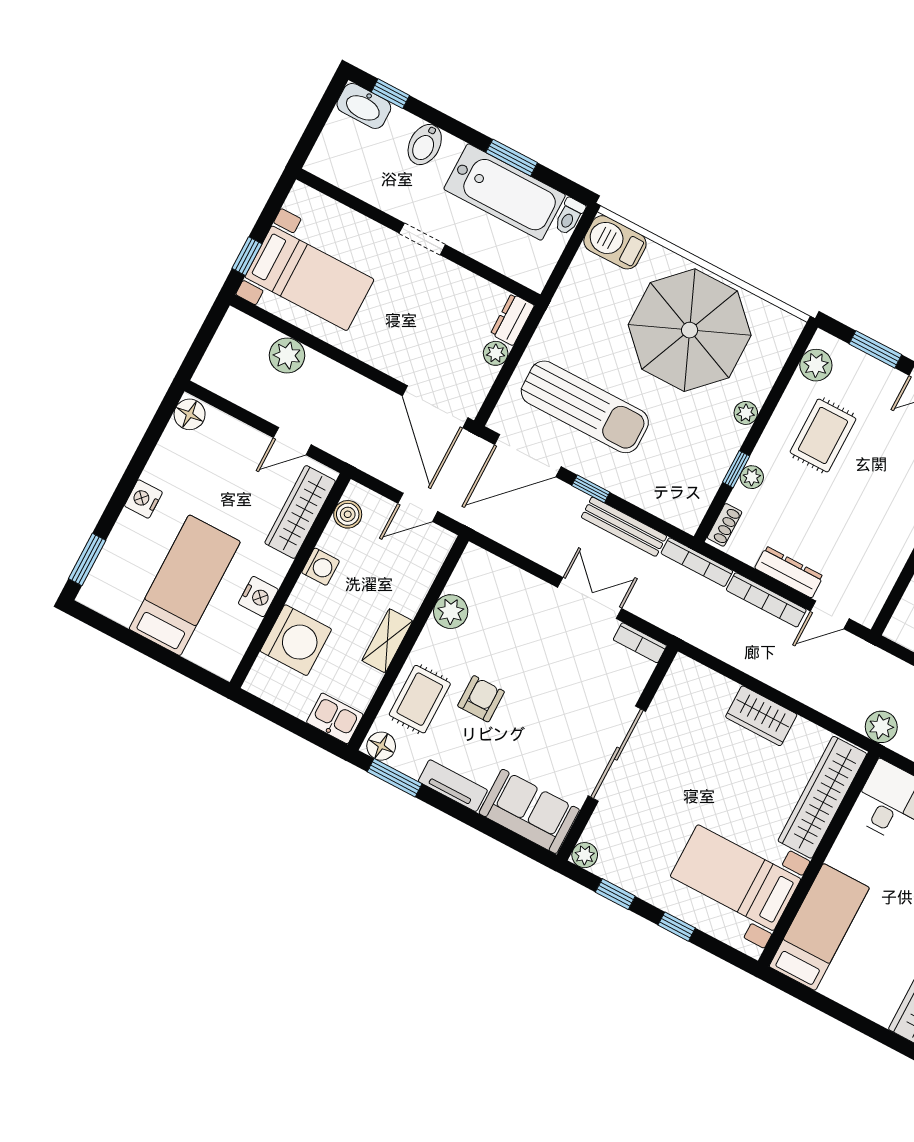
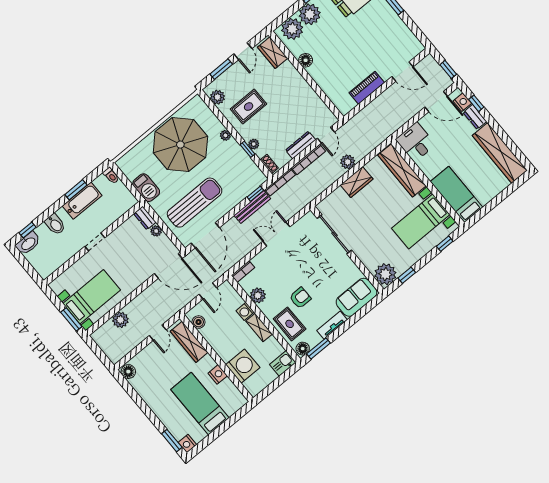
bathtub: (505, 192) -> (82, 201), width x0.73, depth x0.73
barbecue: (615, 242) -> (146, 188), moved, turned -90
window: (247, 256) -> (71, 319), width x1.50
rug: (823, 435) -> (249, 107), turned 90
window: (591, 489) -> (255, 194), moved
nightstand: (143, 499) -> (187, 444), moved
washing machine: (321, 567) -> (245, 311), moved, turned 180
bookcase: (640, 643) -> (243, 272), moved
armchair: (481, 699) -> (300, 298), turned 90
plant: (881, 727) -> (348, 162), moved
sliding door: (617, 754) -> (334, 234), moved
plant: (585, 855) -> (385, 274), width x1.87, depth x1.87
window: (677, 927) -> (445, 244), moved

